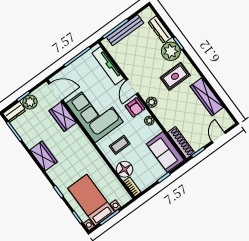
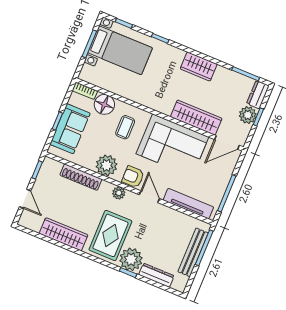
rug: (175, 76) -> (110, 235), width x1.36, depth x1.43
wardrobe: (63, 117) -> (196, 118), width x1.50
plant: (149, 121) -> (107, 165), width x1.88, depth x1.88
shoe rack: (181, 143) -> (81, 177), moved
sofa: (165, 152) -> (70, 129), moved, turned 90

